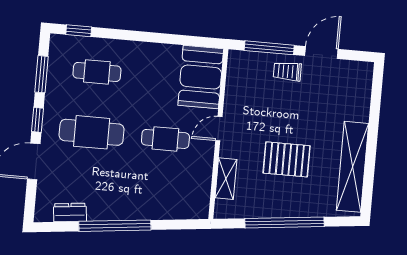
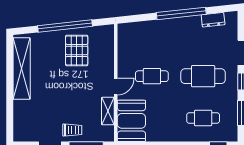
pallet: (287, 159) -> (77, 50), moved, turned 90
shelving: (226, 179) -> (108, 111), moved

